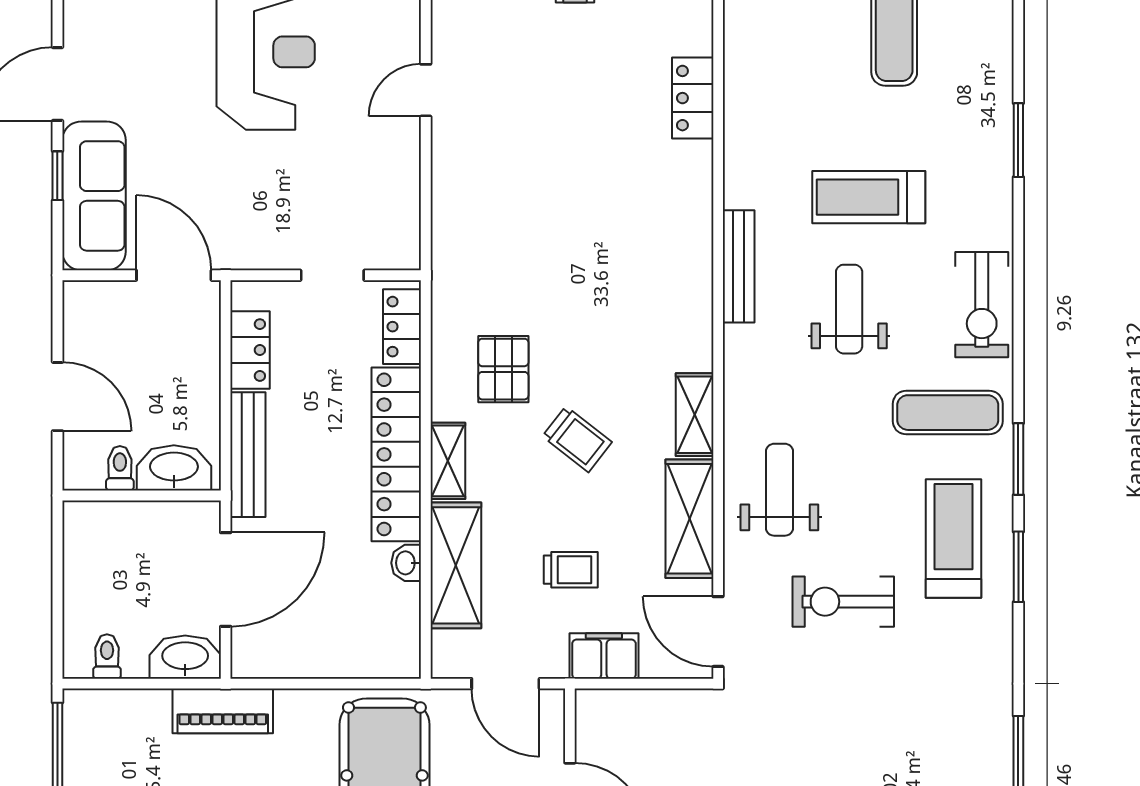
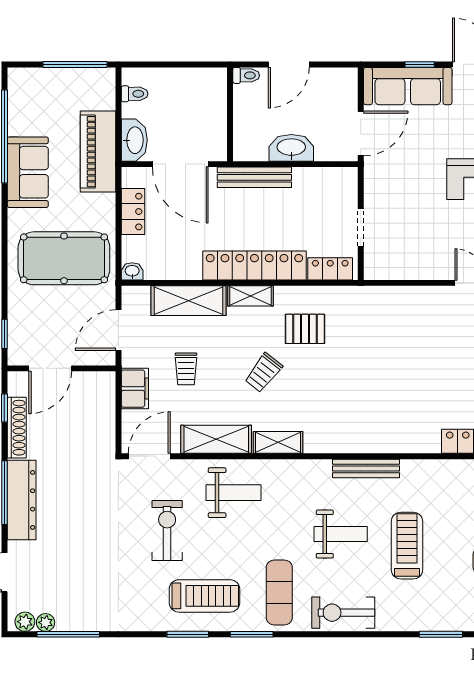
locker: (250, 350) -> (133, 212), moved, turned -90
toilet: (120, 468) -> (246, 75), moved
washbasin: (174, 468) -> (291, 148), moved, turned -90
washbasin: (406, 563) -> (132, 271), moved
piano: (223, 711) -> (98, 152), width x1.37, depth x1.33

